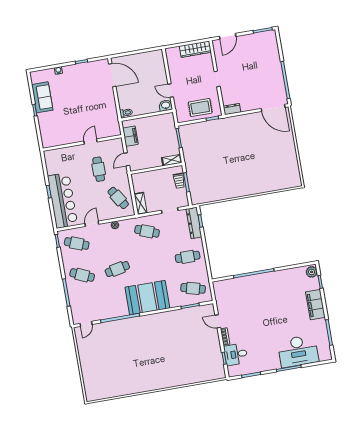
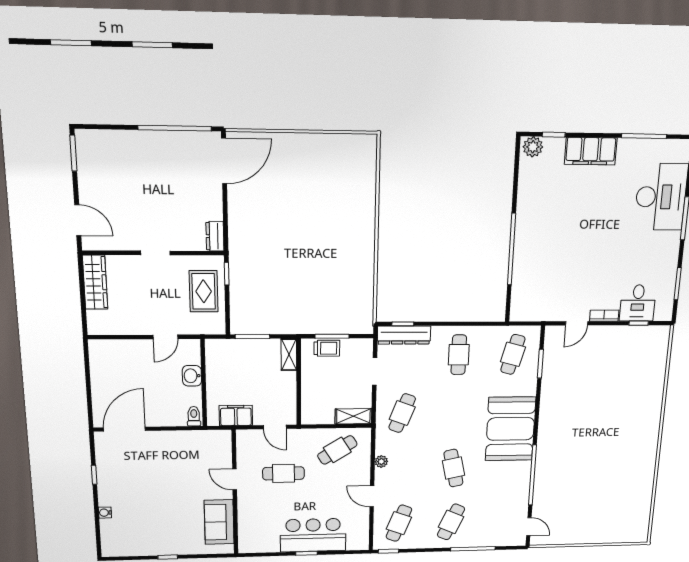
sofa: (42, 97) -> (219, 522), moved, turned -90
washbasin: (166, 105) -> (192, 376), moved
bar counter: (63, 200) -> (313, 535), width x0.73

